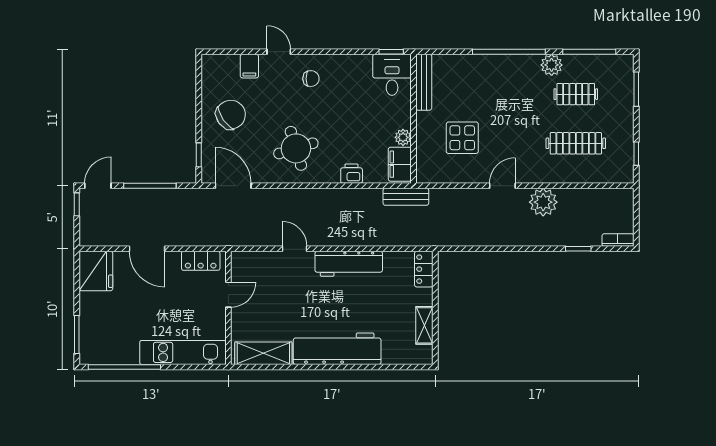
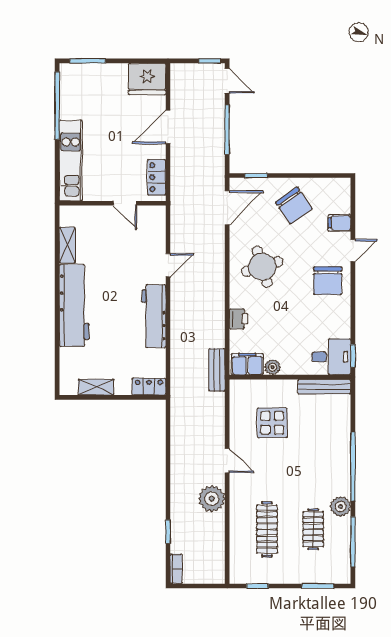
chair: (311, 79) -> (328, 281), width x1.87, depth x1.87
shelving: (263, 353) -> (67, 245), width x0.67, depth x0.75

